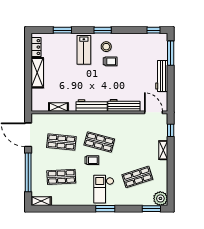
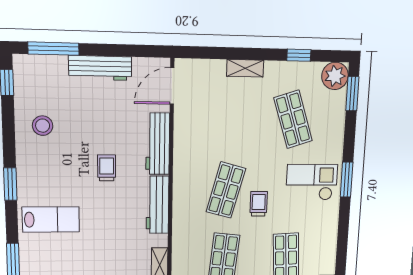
stool: (106, 47) -> (43, 126), moved
trolley: (110, 61) -> (107, 168), moved
window: (171, 130) -> (299, 55), moved
checkout: (104, 189) -> (312, 182), turned 180

